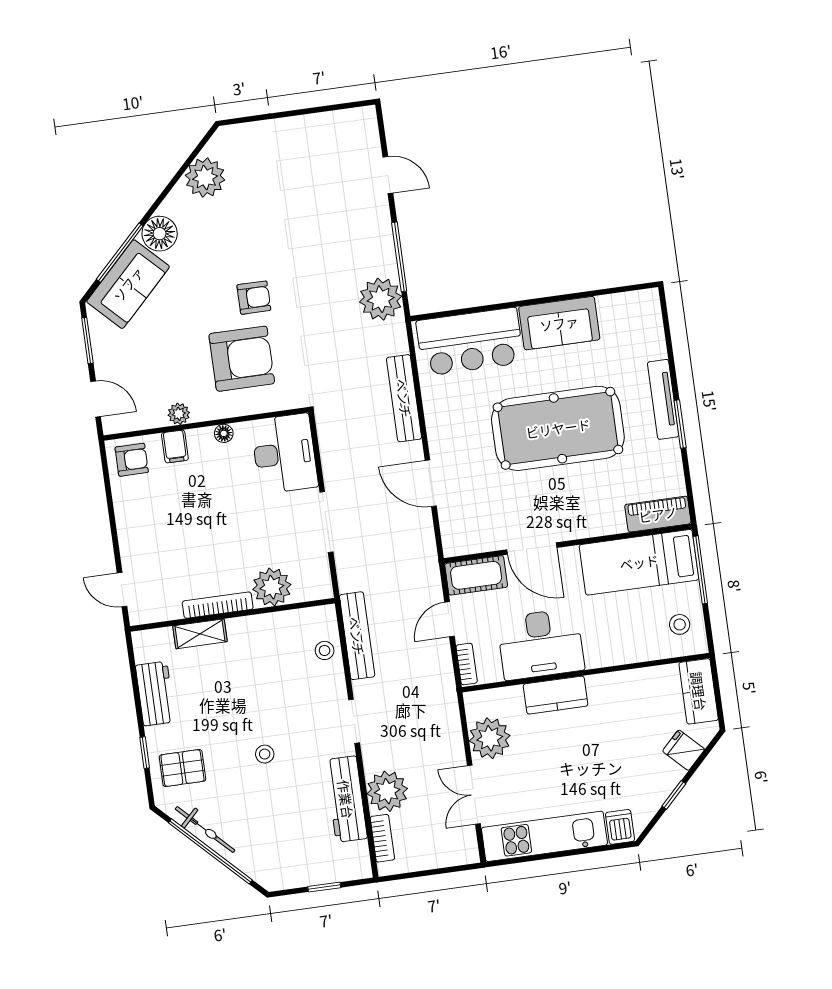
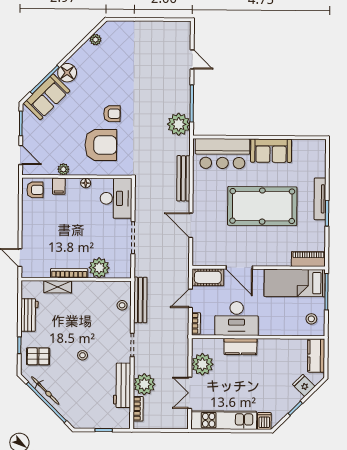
plant: (205, 178) -> (95, 40), width x0.53, depth x0.53

